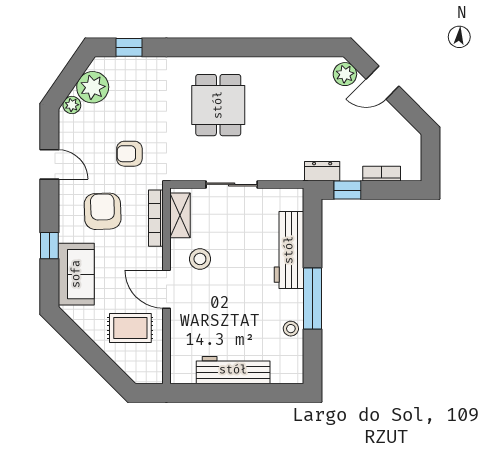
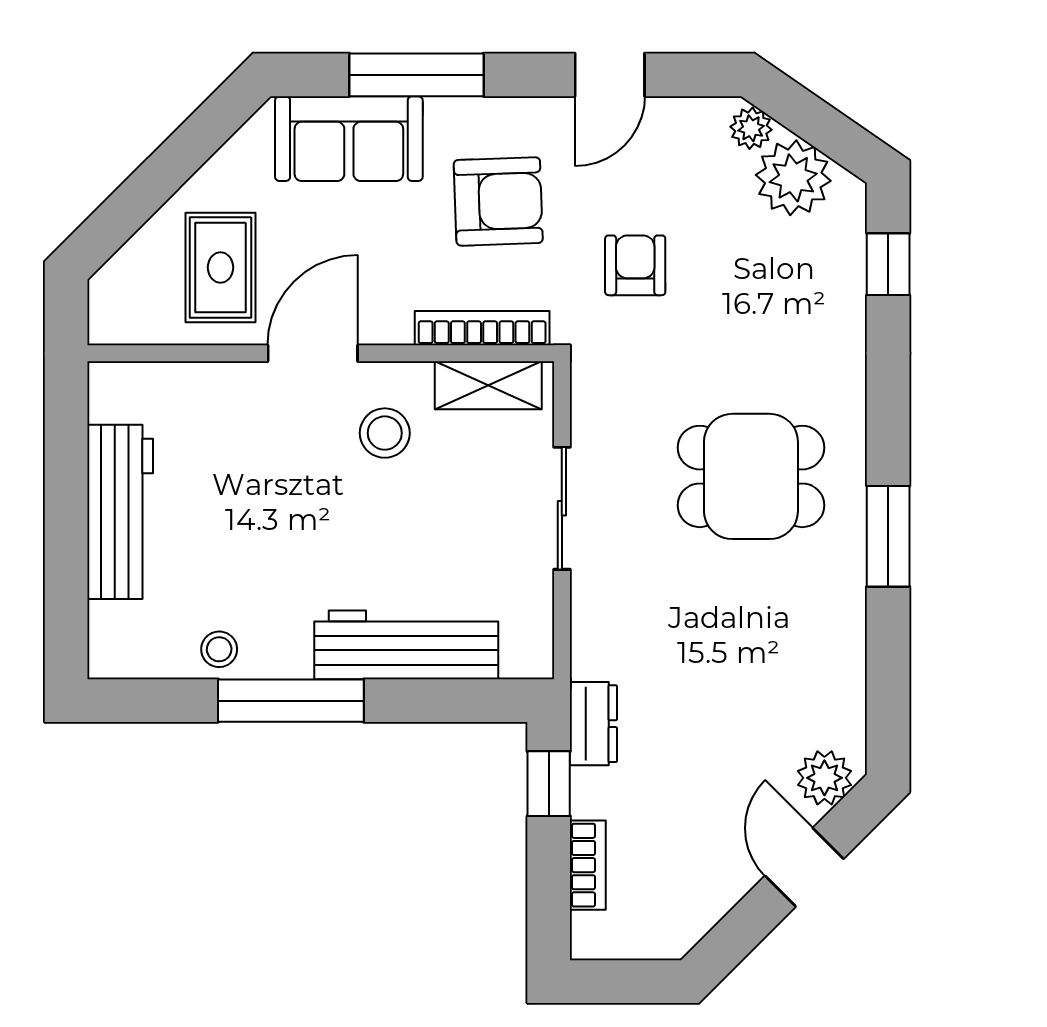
window: (243, 47) -> (888, 536), added
window: (49, 246) -> (416, 75), width x2.17

